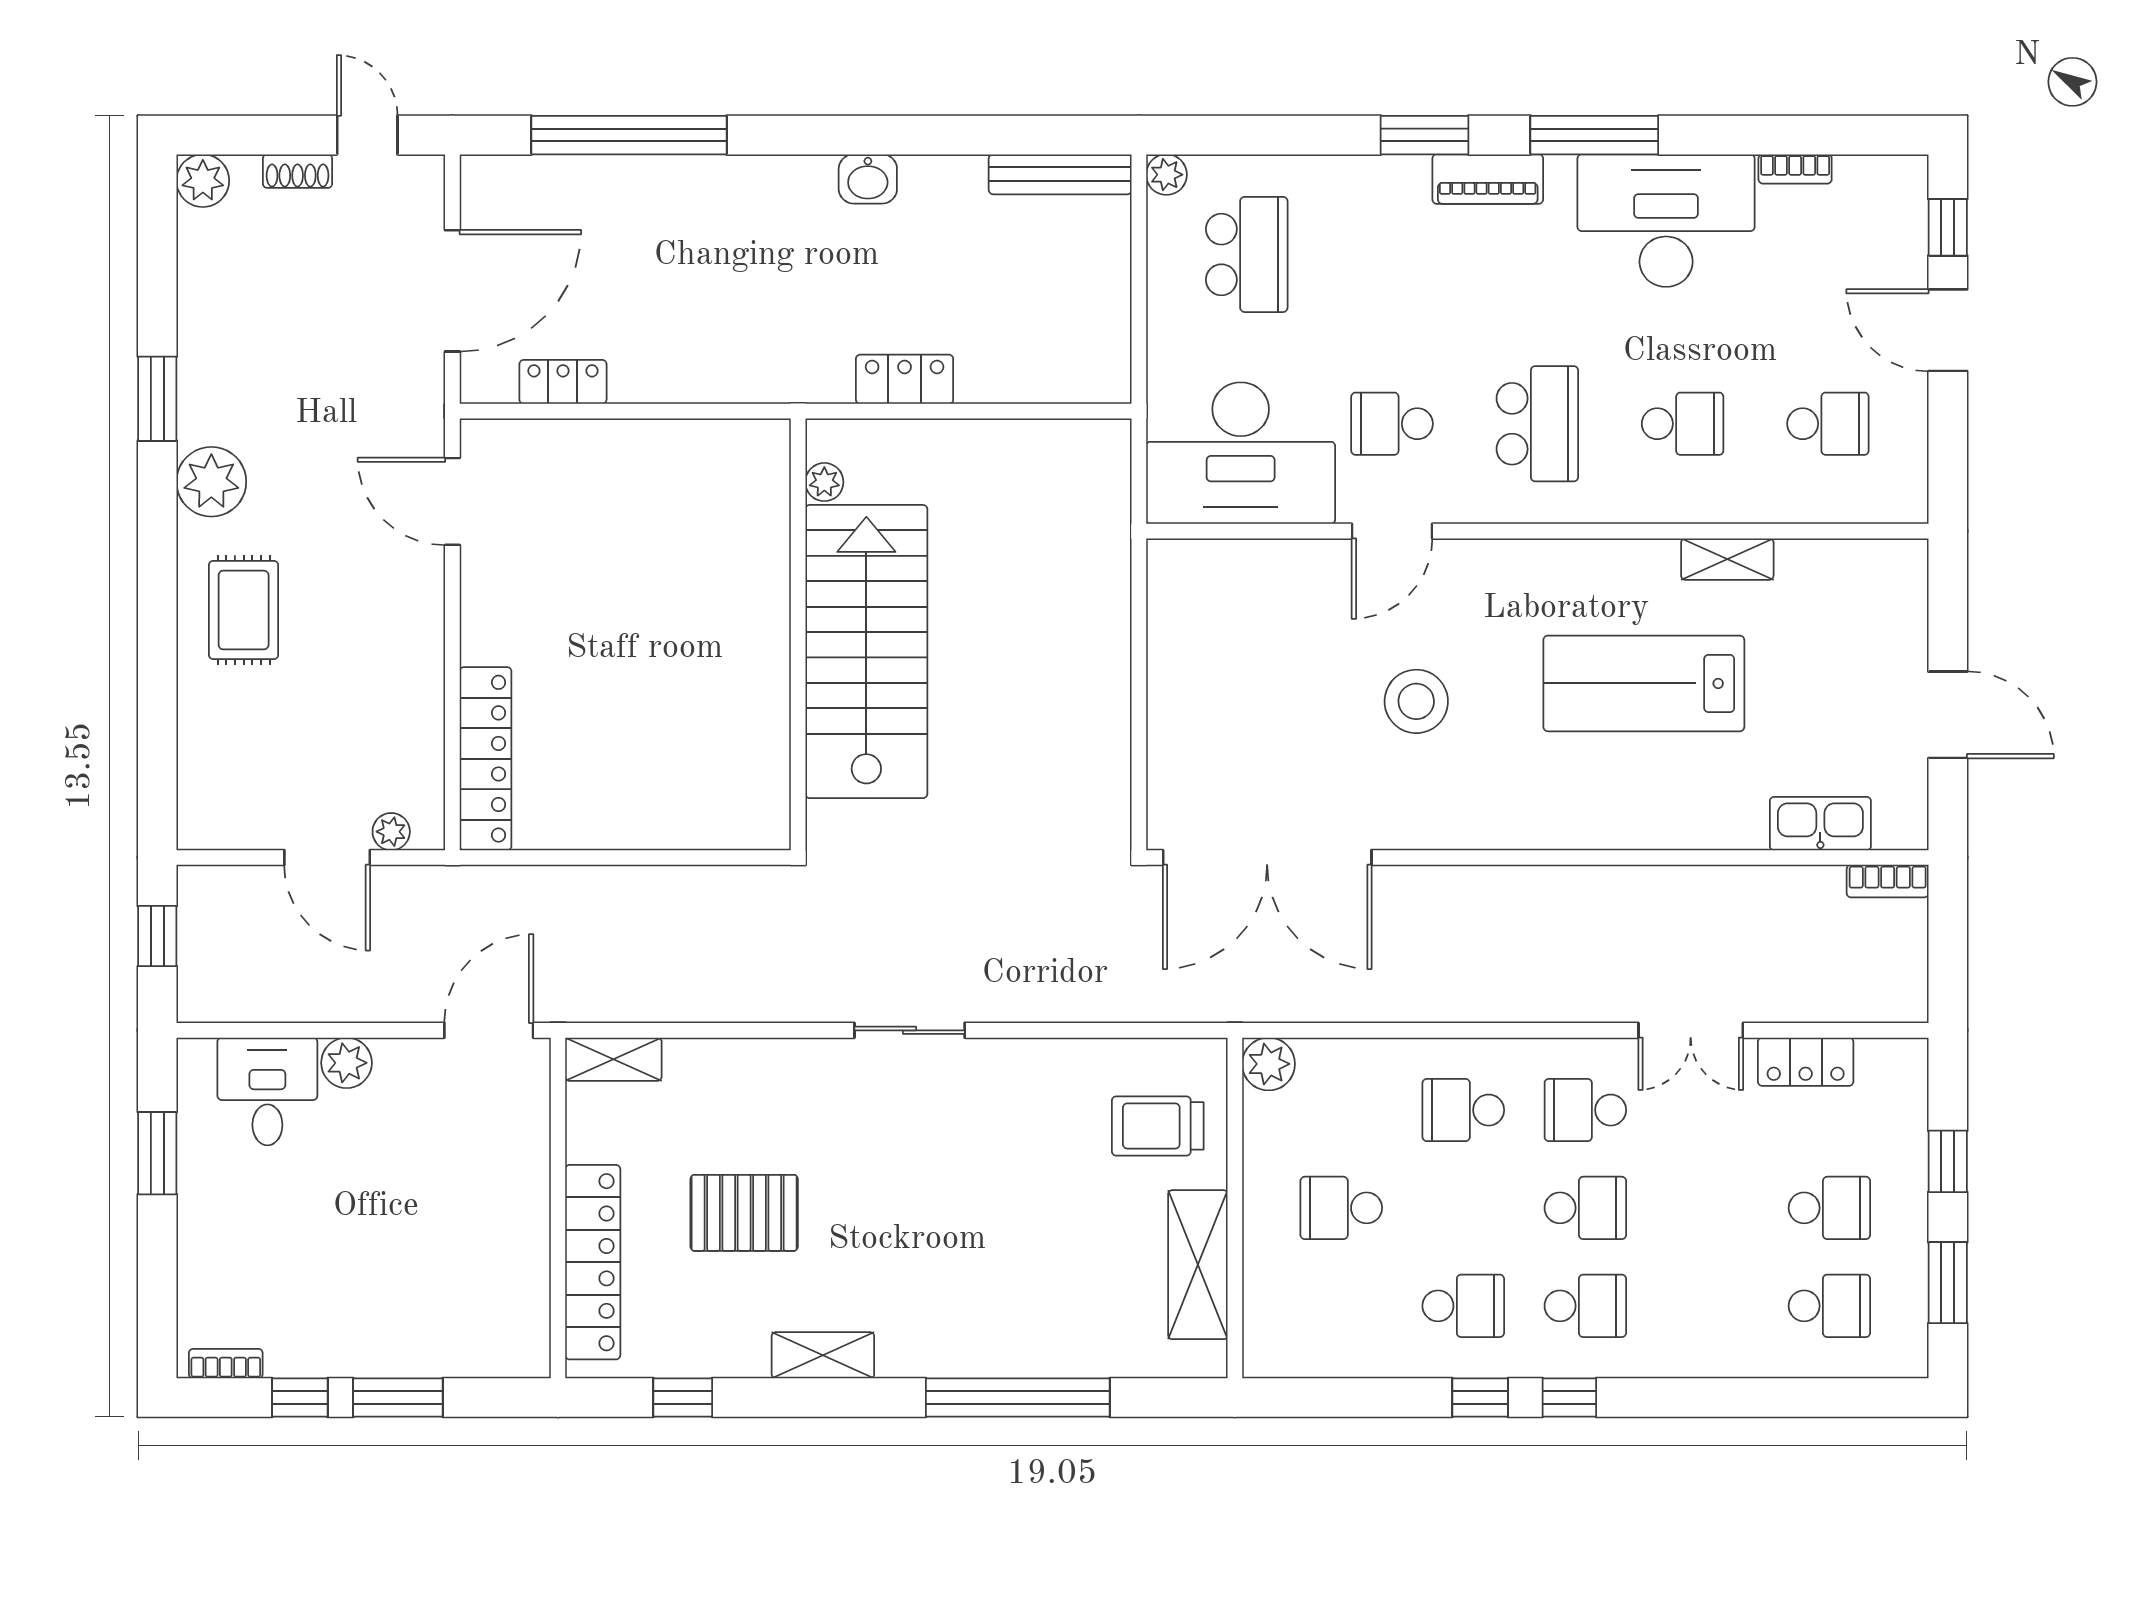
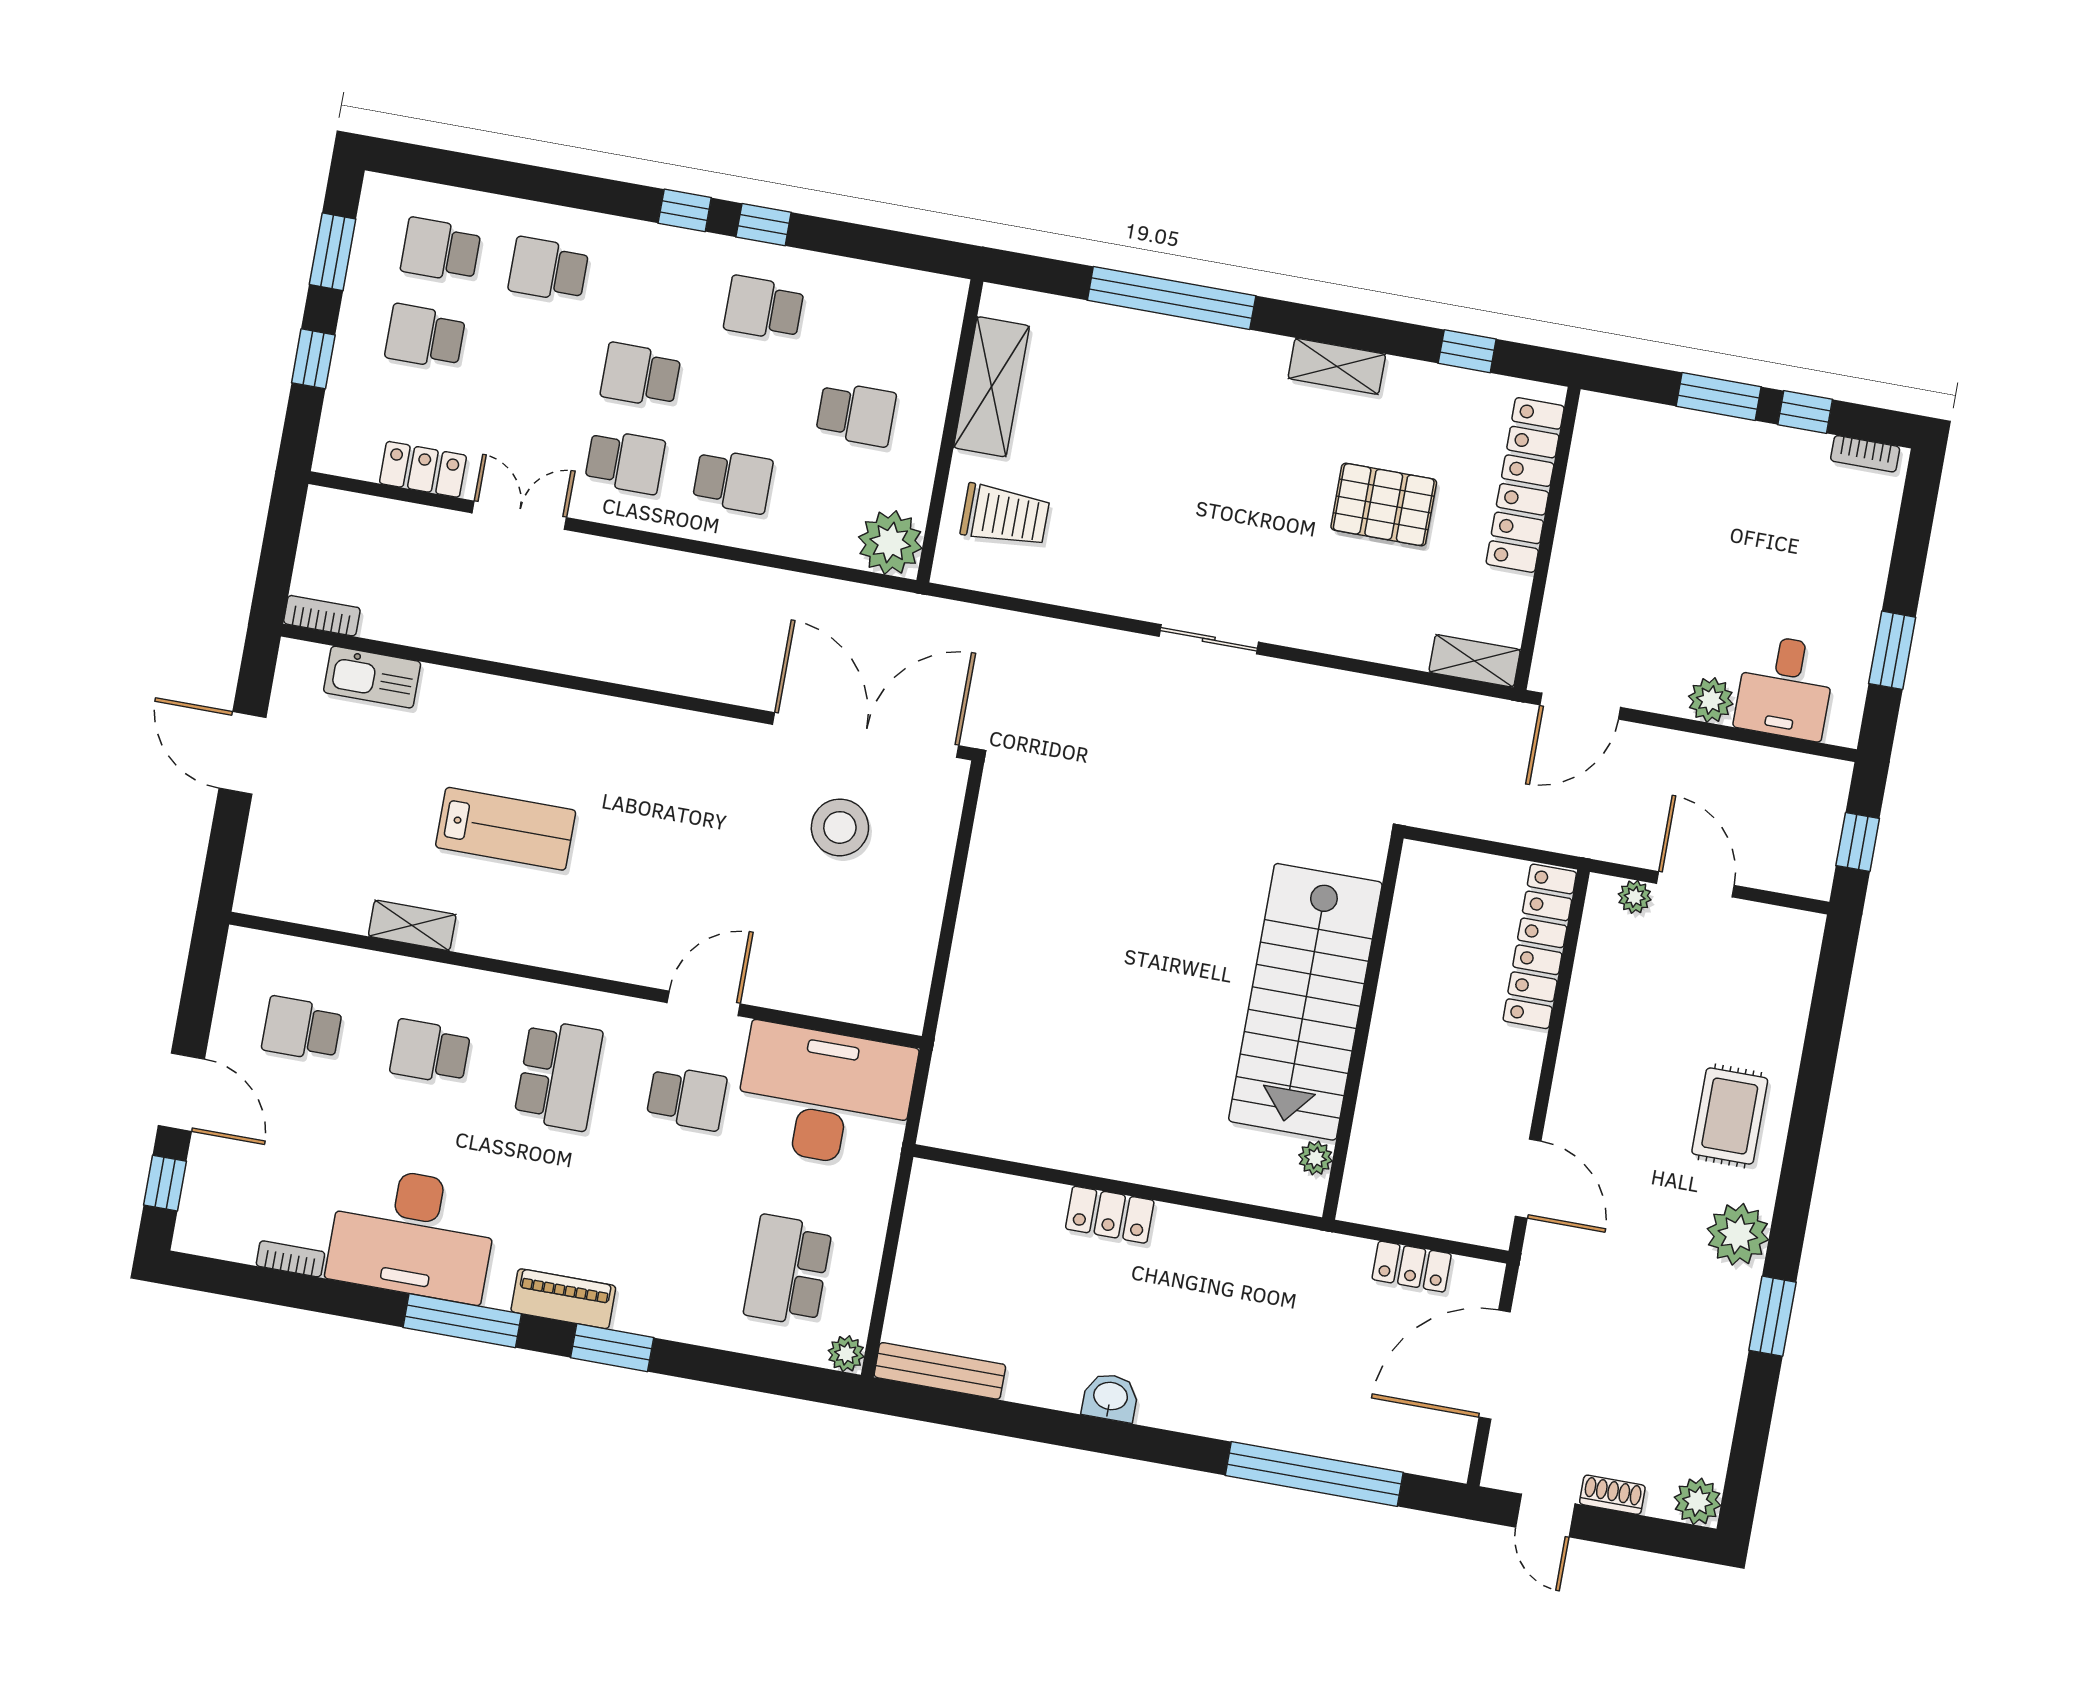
school desk: (1537, 424) -> (558, 1075), turned 180
plant: (824, 482) -> (1316, 1158), moved
wall: (798, 634) -> (1363, 1028), moved
stairs: (866, 652) -> (1305, 1002), moved
lab bench: (1644, 683) -> (506, 829), width x0.73, depth x0.72
stool: (1416, 701) -> (840, 827), moved
plant: (1269, 1064) -> (890, 543), width x1.36, depth x1.36
school desk: (1585, 1306) -> (548, 269), moved

